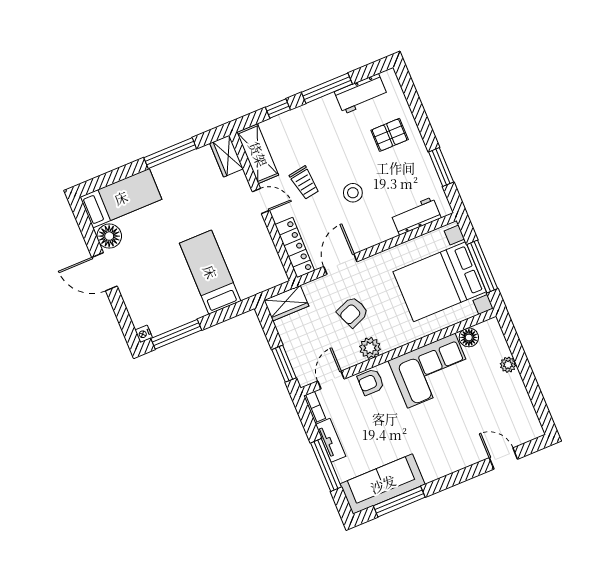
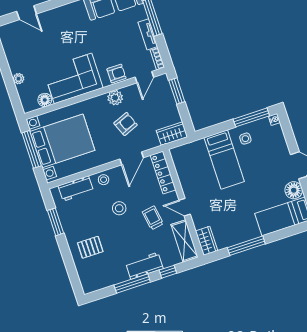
workbench: (361, 94) -> (144, 266), moved
stool: (378, 231) -> (104, 180), added
side table: (183, 304) -> (245, 139), added

